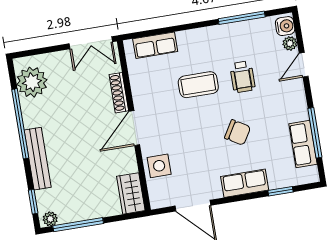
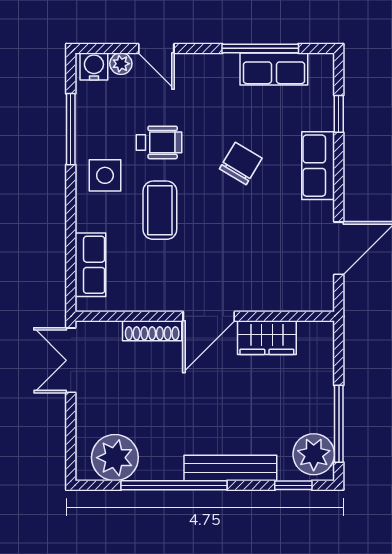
double door: (91, 43) -> (71, 360), swing flipped
door: (134, 128) -> (209, 316), hinge flipped
side table: (159, 166) -> (105, 175), moved
wardrobe: (131, 193) -> (267, 338), moved
plant: (50, 219) -> (314, 454), width x1.88, depth x1.88

